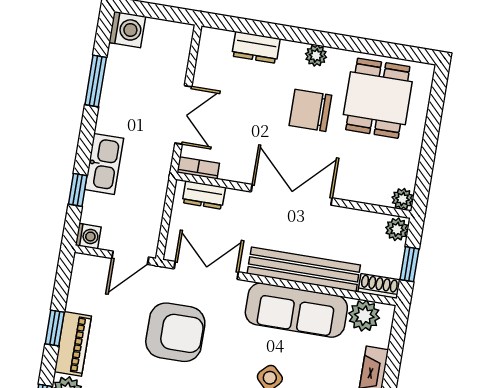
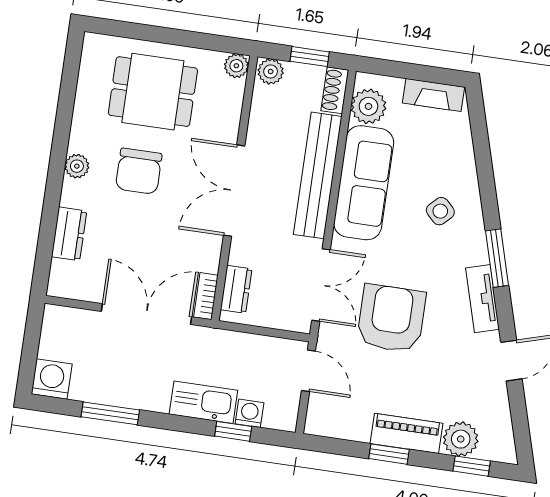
dining table: (378, 98) -> (153, 92), moved
double door: (183, 115) -> (146, 314), width x1.37
washing machine: (88, 236) -> (250, 413), moved
double door: (206, 270) -> (321, 285), swing flipped

